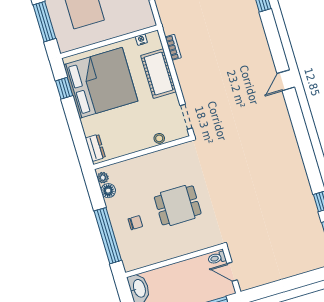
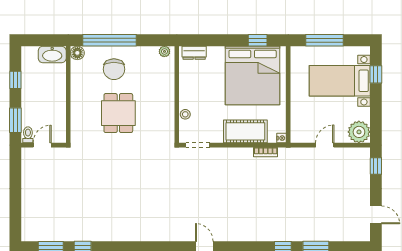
nightstand: (141, 40) -> (281, 138), moved
floor lamp: (108, 191) -> (77, 53), moved
chair: (135, 223) -> (114, 69), width x1.87, depth x1.87
toilet: (217, 258) -> (28, 135), moved

